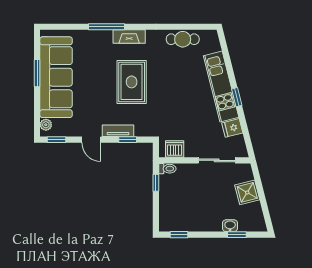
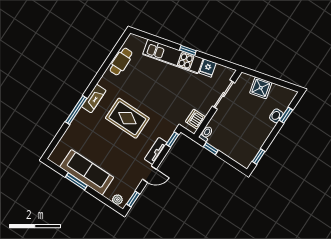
sofa: (56, 77) -> (87, 172), width x0.74, depth x0.79
window: (128, 140) -> (172, 140), moved

